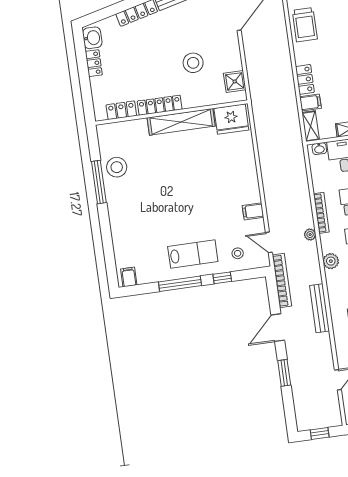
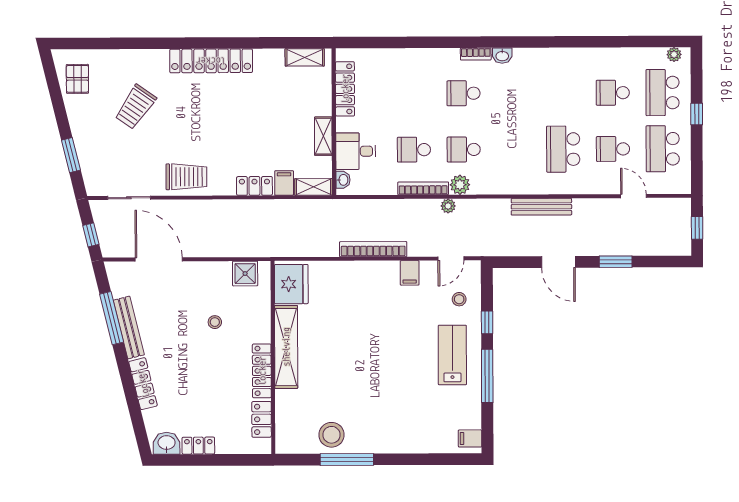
stool: (193, 63) -> (215, 322), width x0.53, depth x0.53
plant: (331, 261) -> (460, 185), moved
bookcase: (282, 281) -> (373, 249), moved

